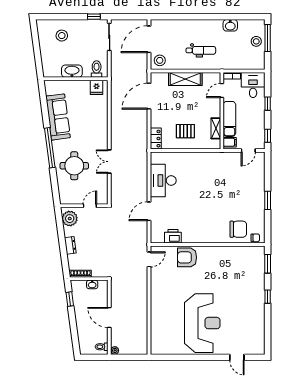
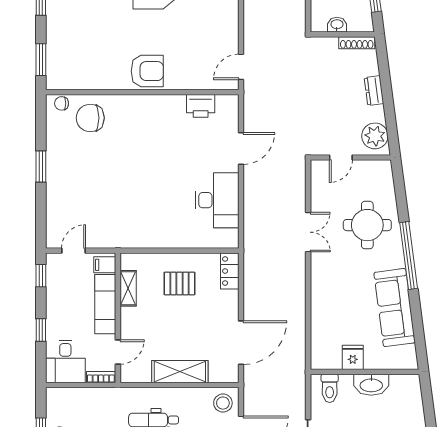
fridge: (96, 87) -> (353, 357), moved
armchair: (187, 257) -> (147, 71), moved

